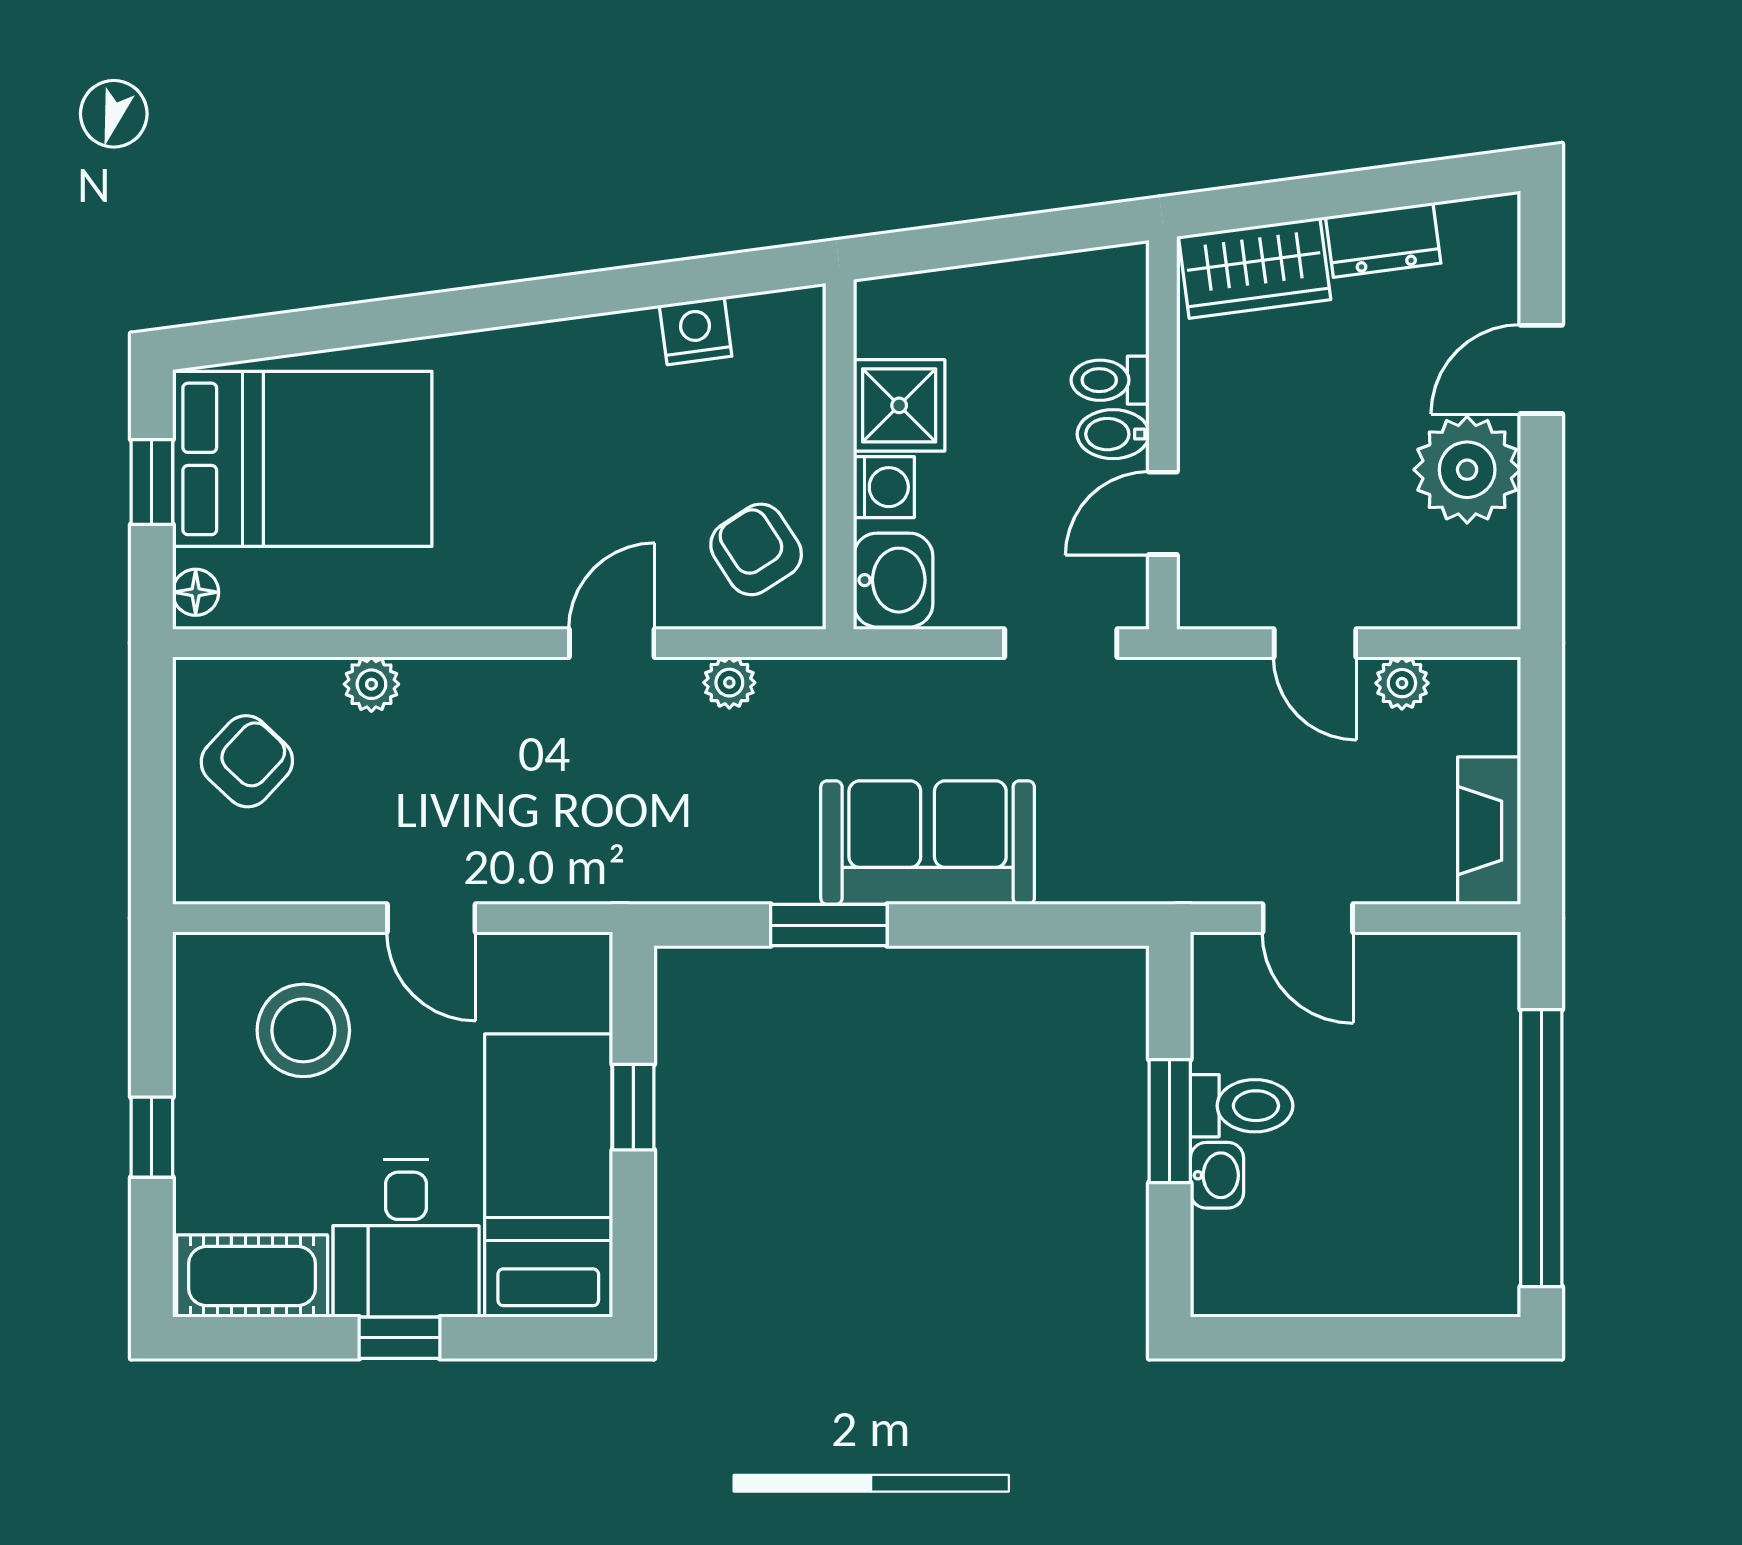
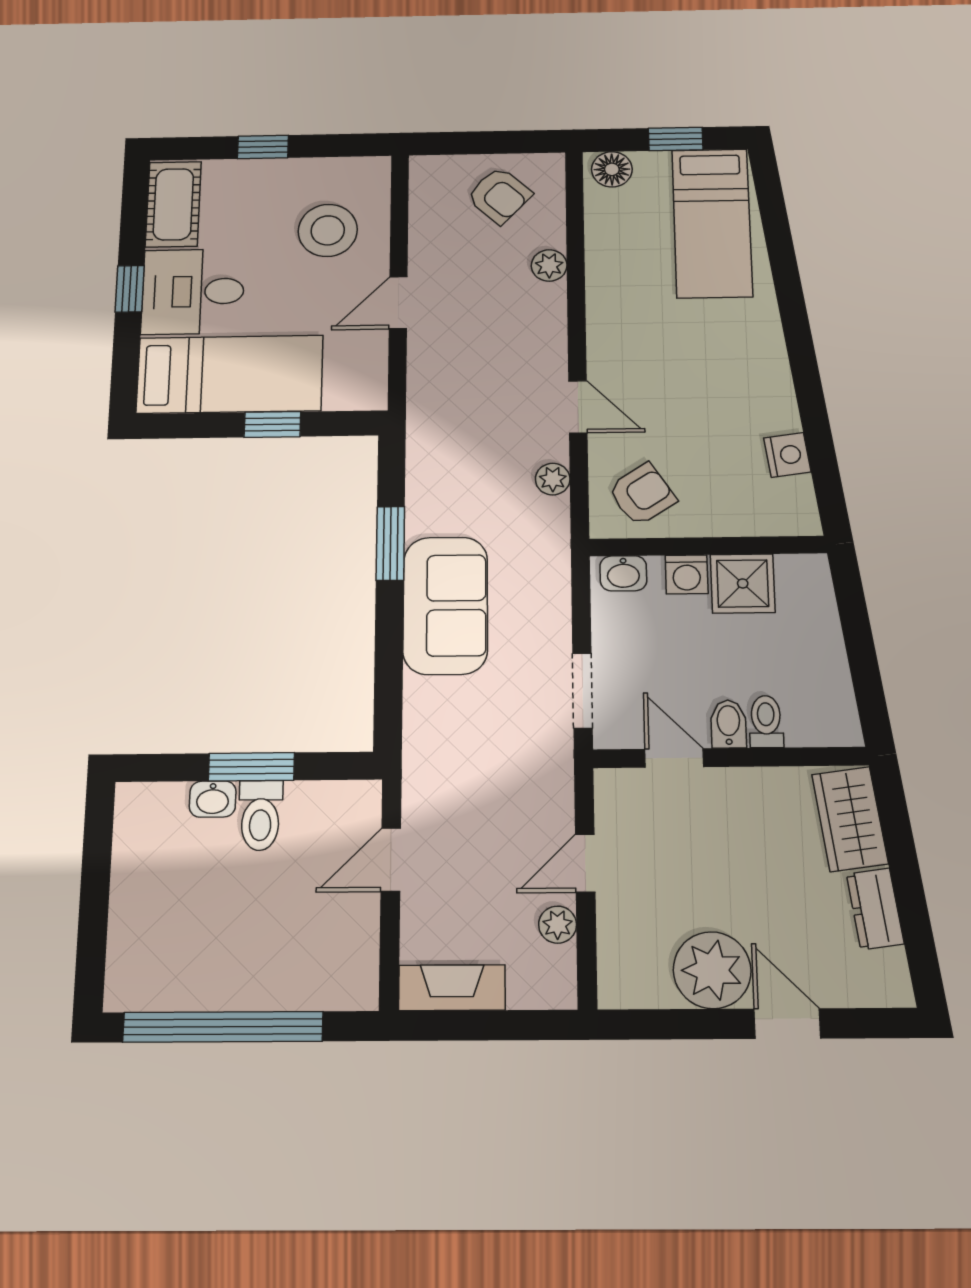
bed: (302, 459) -> (712, 223), width x0.67
washbasin: (893, 580) -> (623, 573), width x0.72, depth x0.69
floor lamp: (196, 592) -> (612, 169), width x1.37, depth x1.37

